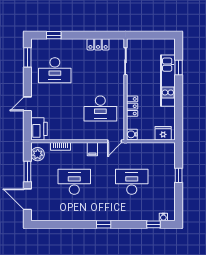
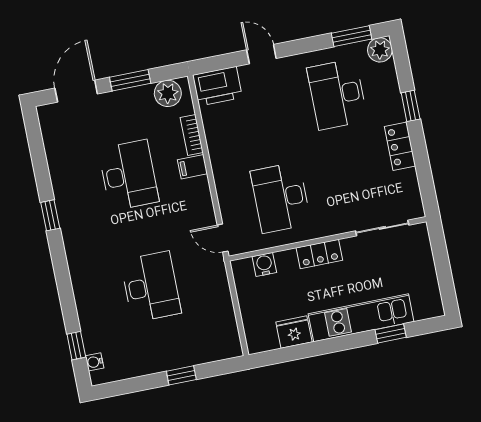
window: (54, 35) -> (411, 106), moved
locker: (98, 44) -> (400, 146), moved
plant: (37, 45) -> (380, 50), added
locker: (132, 106) -> (319, 254), moved
fridge: (163, 133) -> (294, 332), moved, turned -90
water cooler: (132, 134) -> (264, 264), moved
filing cabinet: (92, 149) -> (192, 167), moved
window: (104, 224) -> (50, 215), moved

